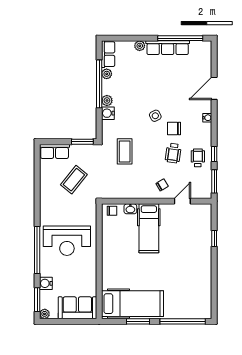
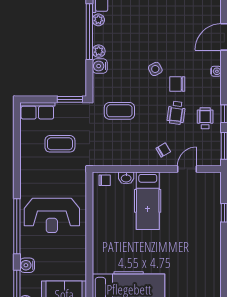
coffee table: (125, 151) -> (119, 111), turned 90
coffee table: (74, 180) -> (60, 144), turned 51

